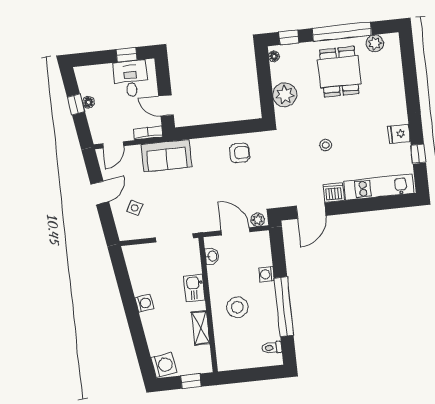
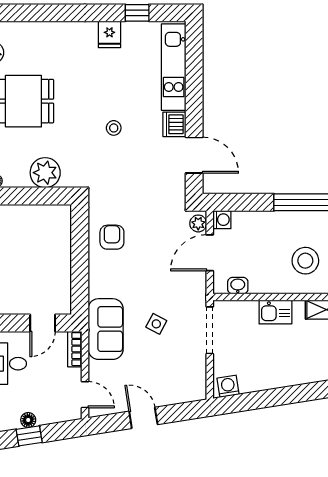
side table: (135, 208) -> (156, 324), moved
washing machine: (266, 274) -> (222, 220), moved, turned -90
washing machine: (144, 303) -> (228, 386), moved

